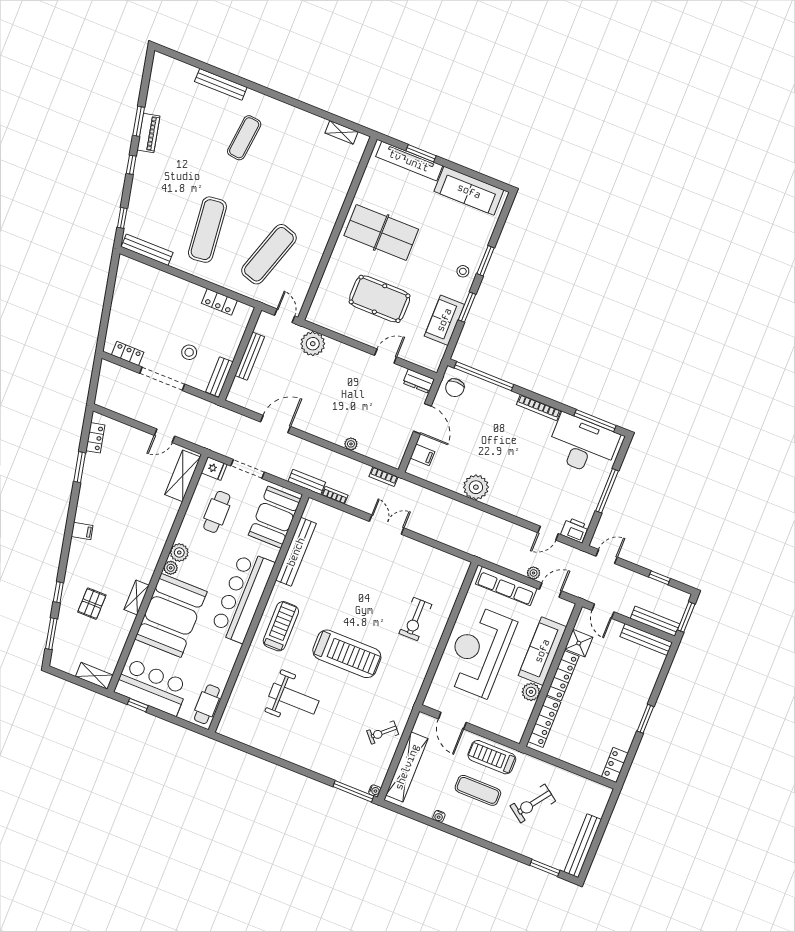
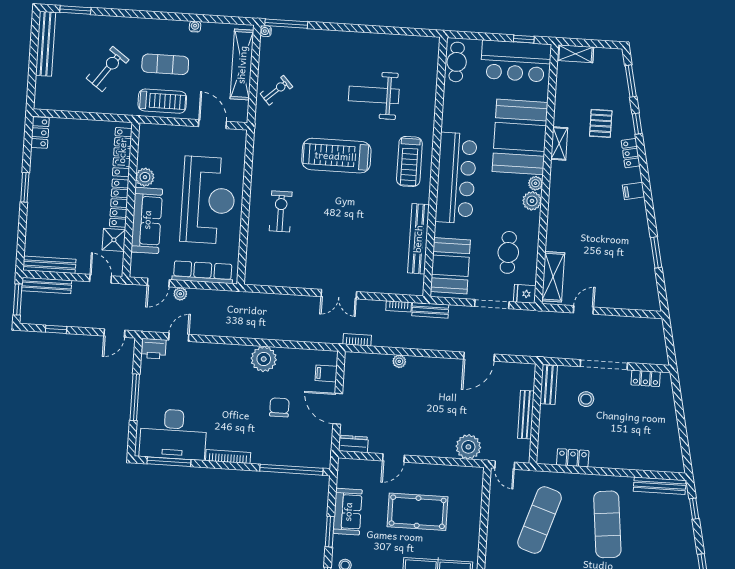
chair: (455, 388) -> (279, 407), moved
locker: (95, 438) -> (631, 153), moved

